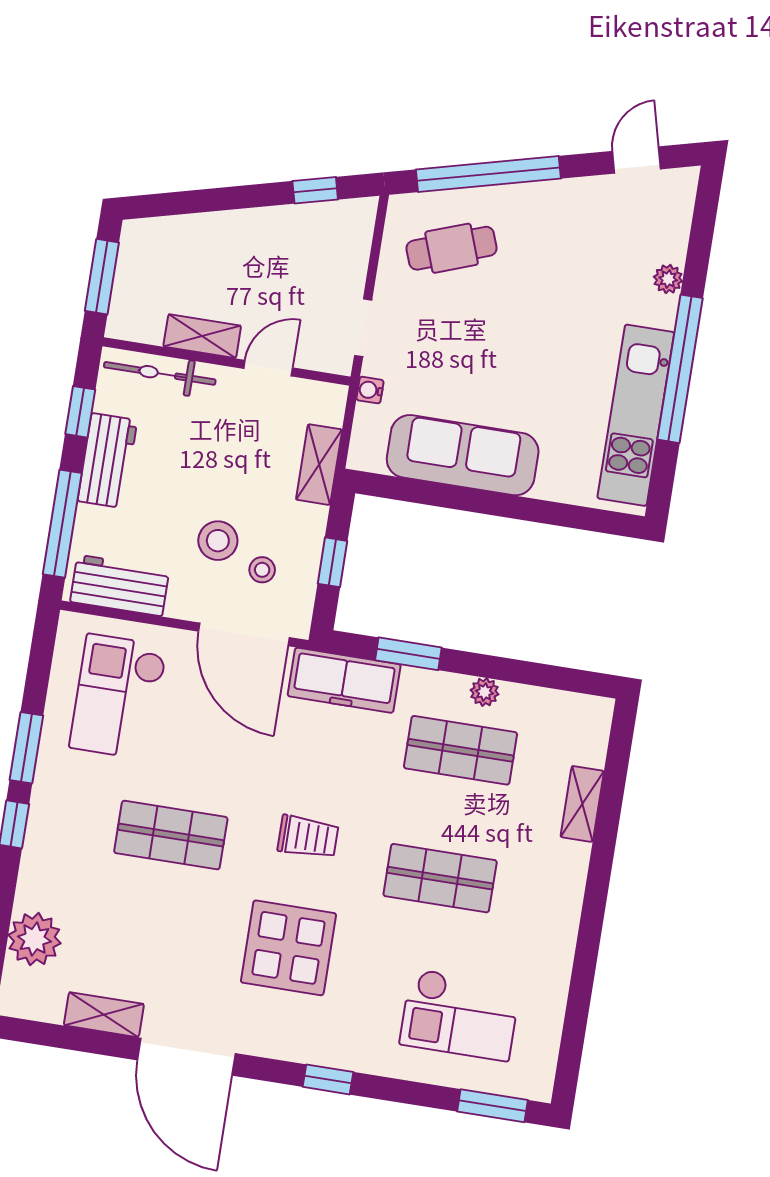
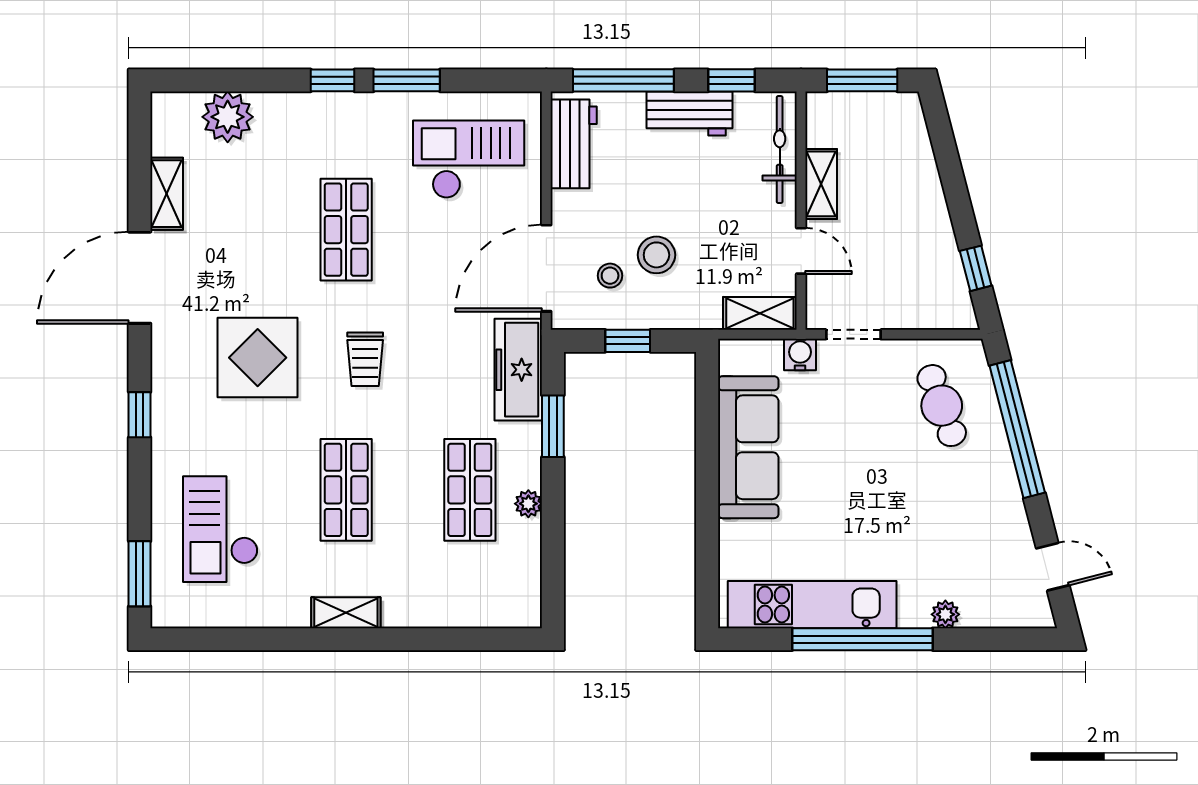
water cooler: (370, 390) -> (800, 355), width x1.38, depth x1.38
shelving: (319, 465) -> (760, 313), moved
stool: (218, 541) -> (656, 255), moved
shelving: (582, 804) -> (346, 613), moved

